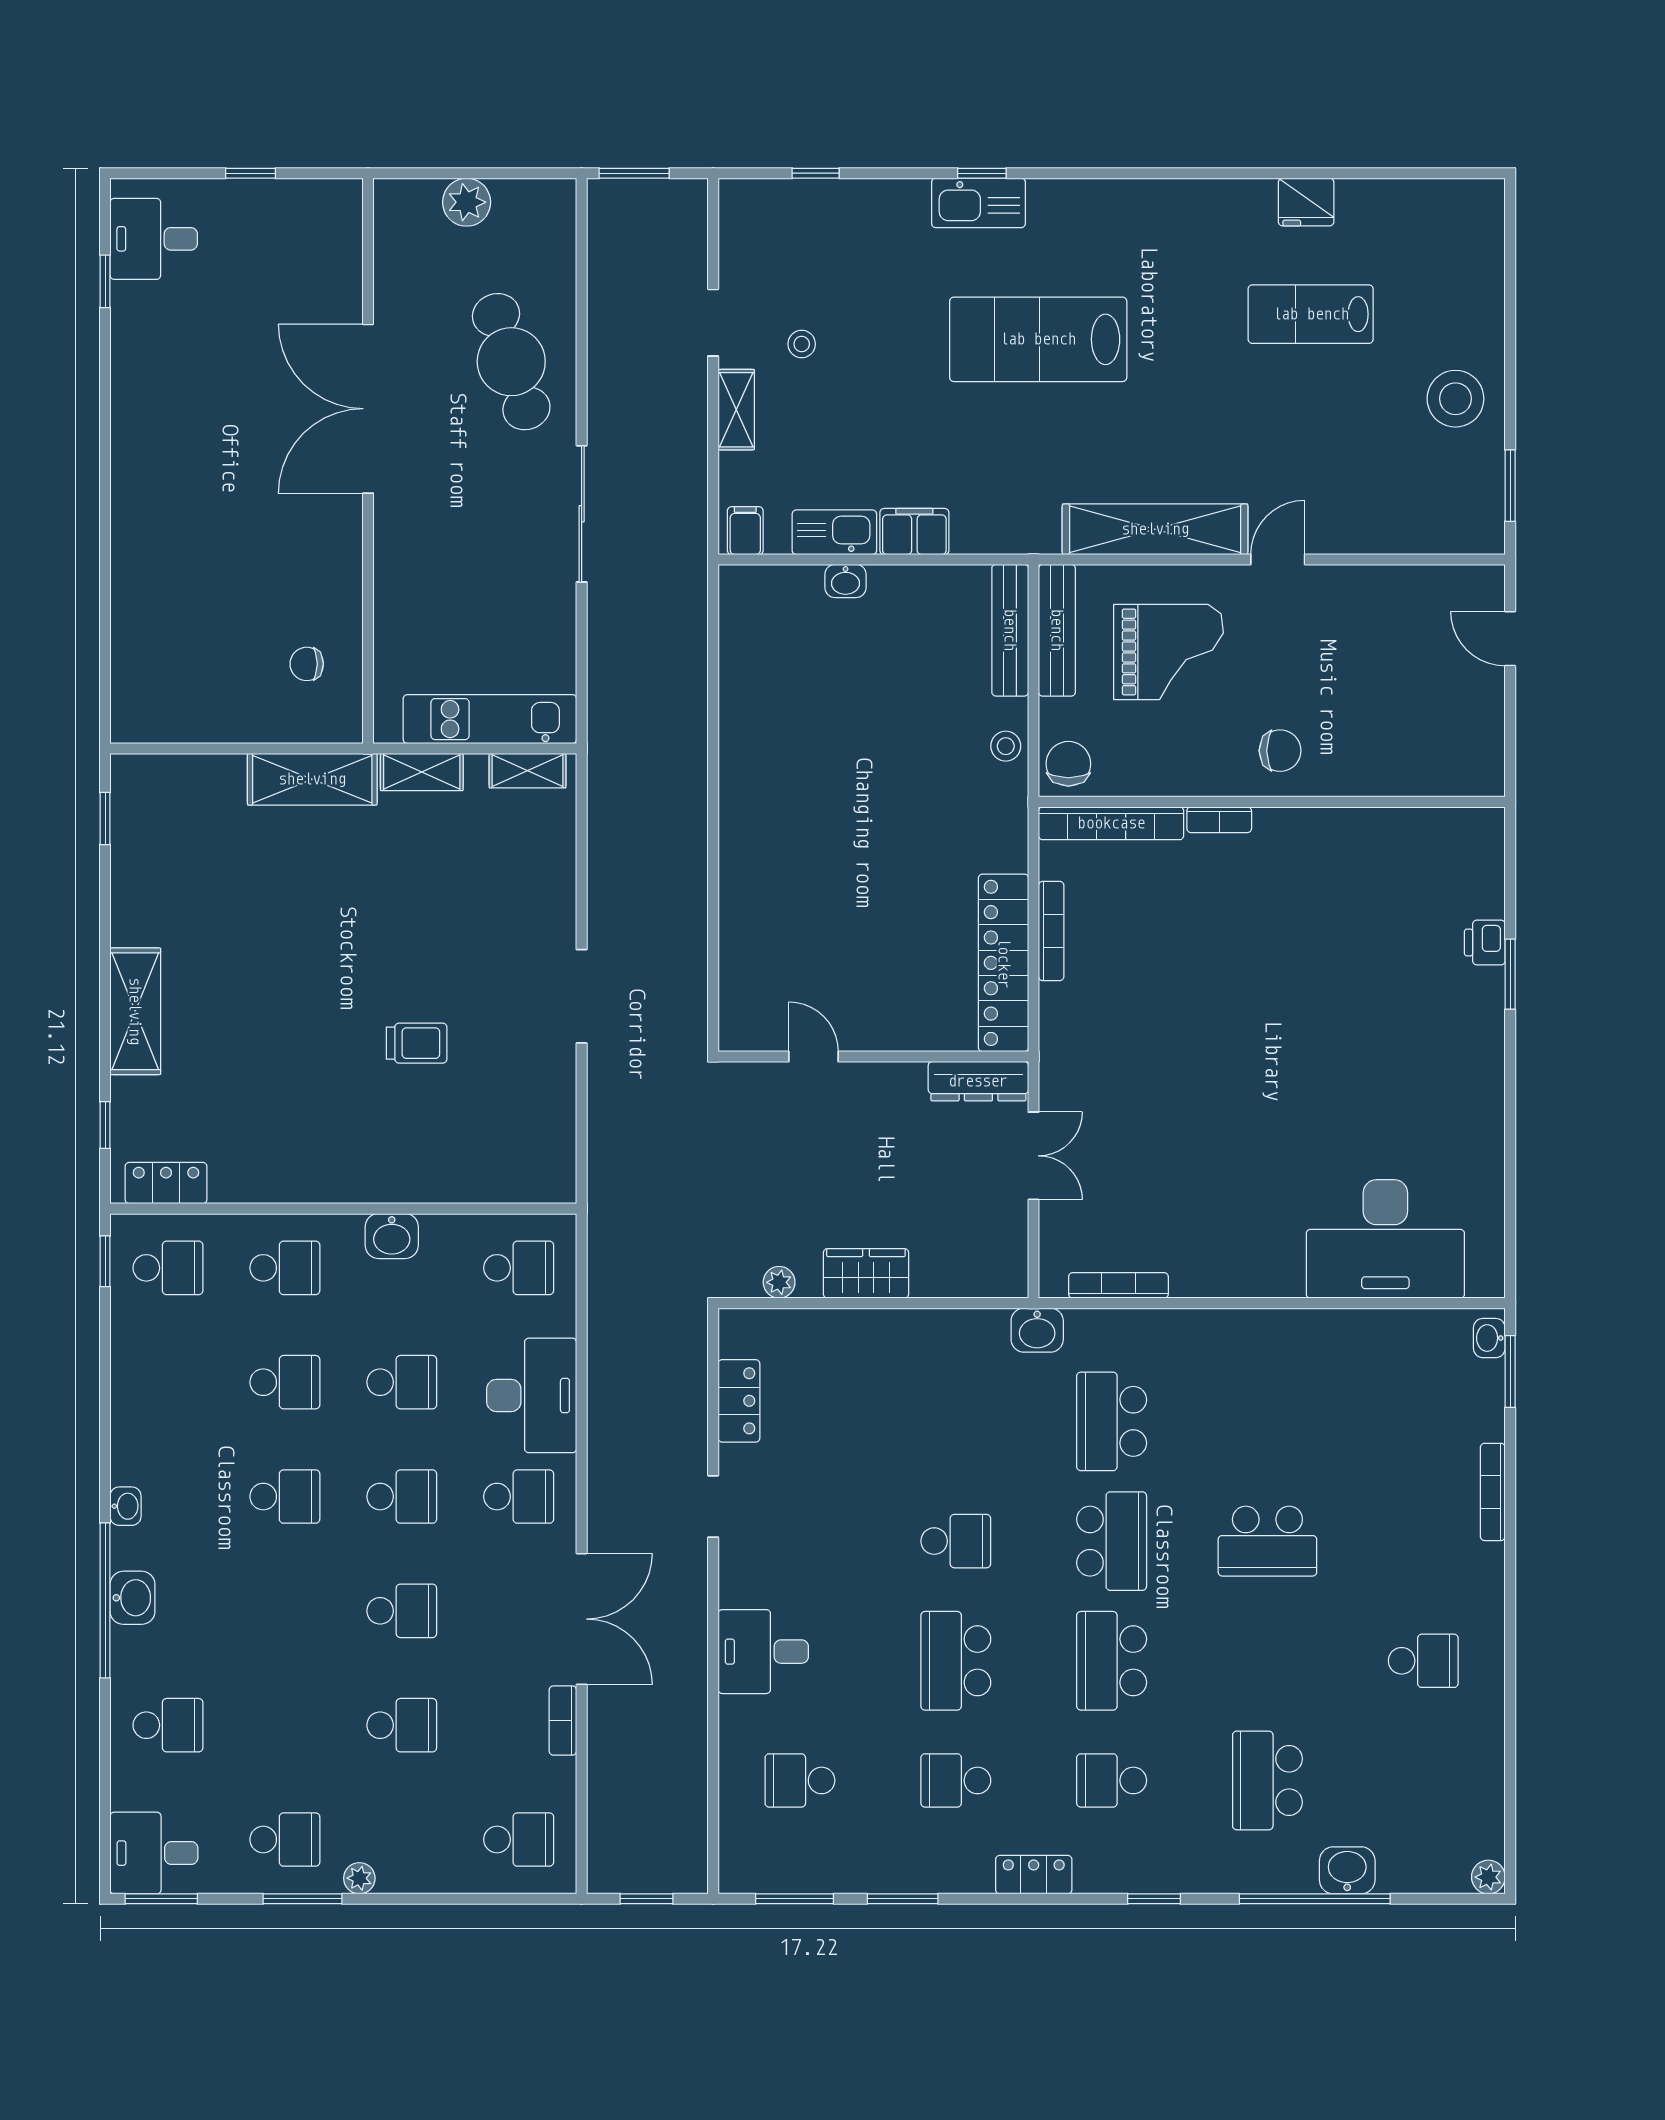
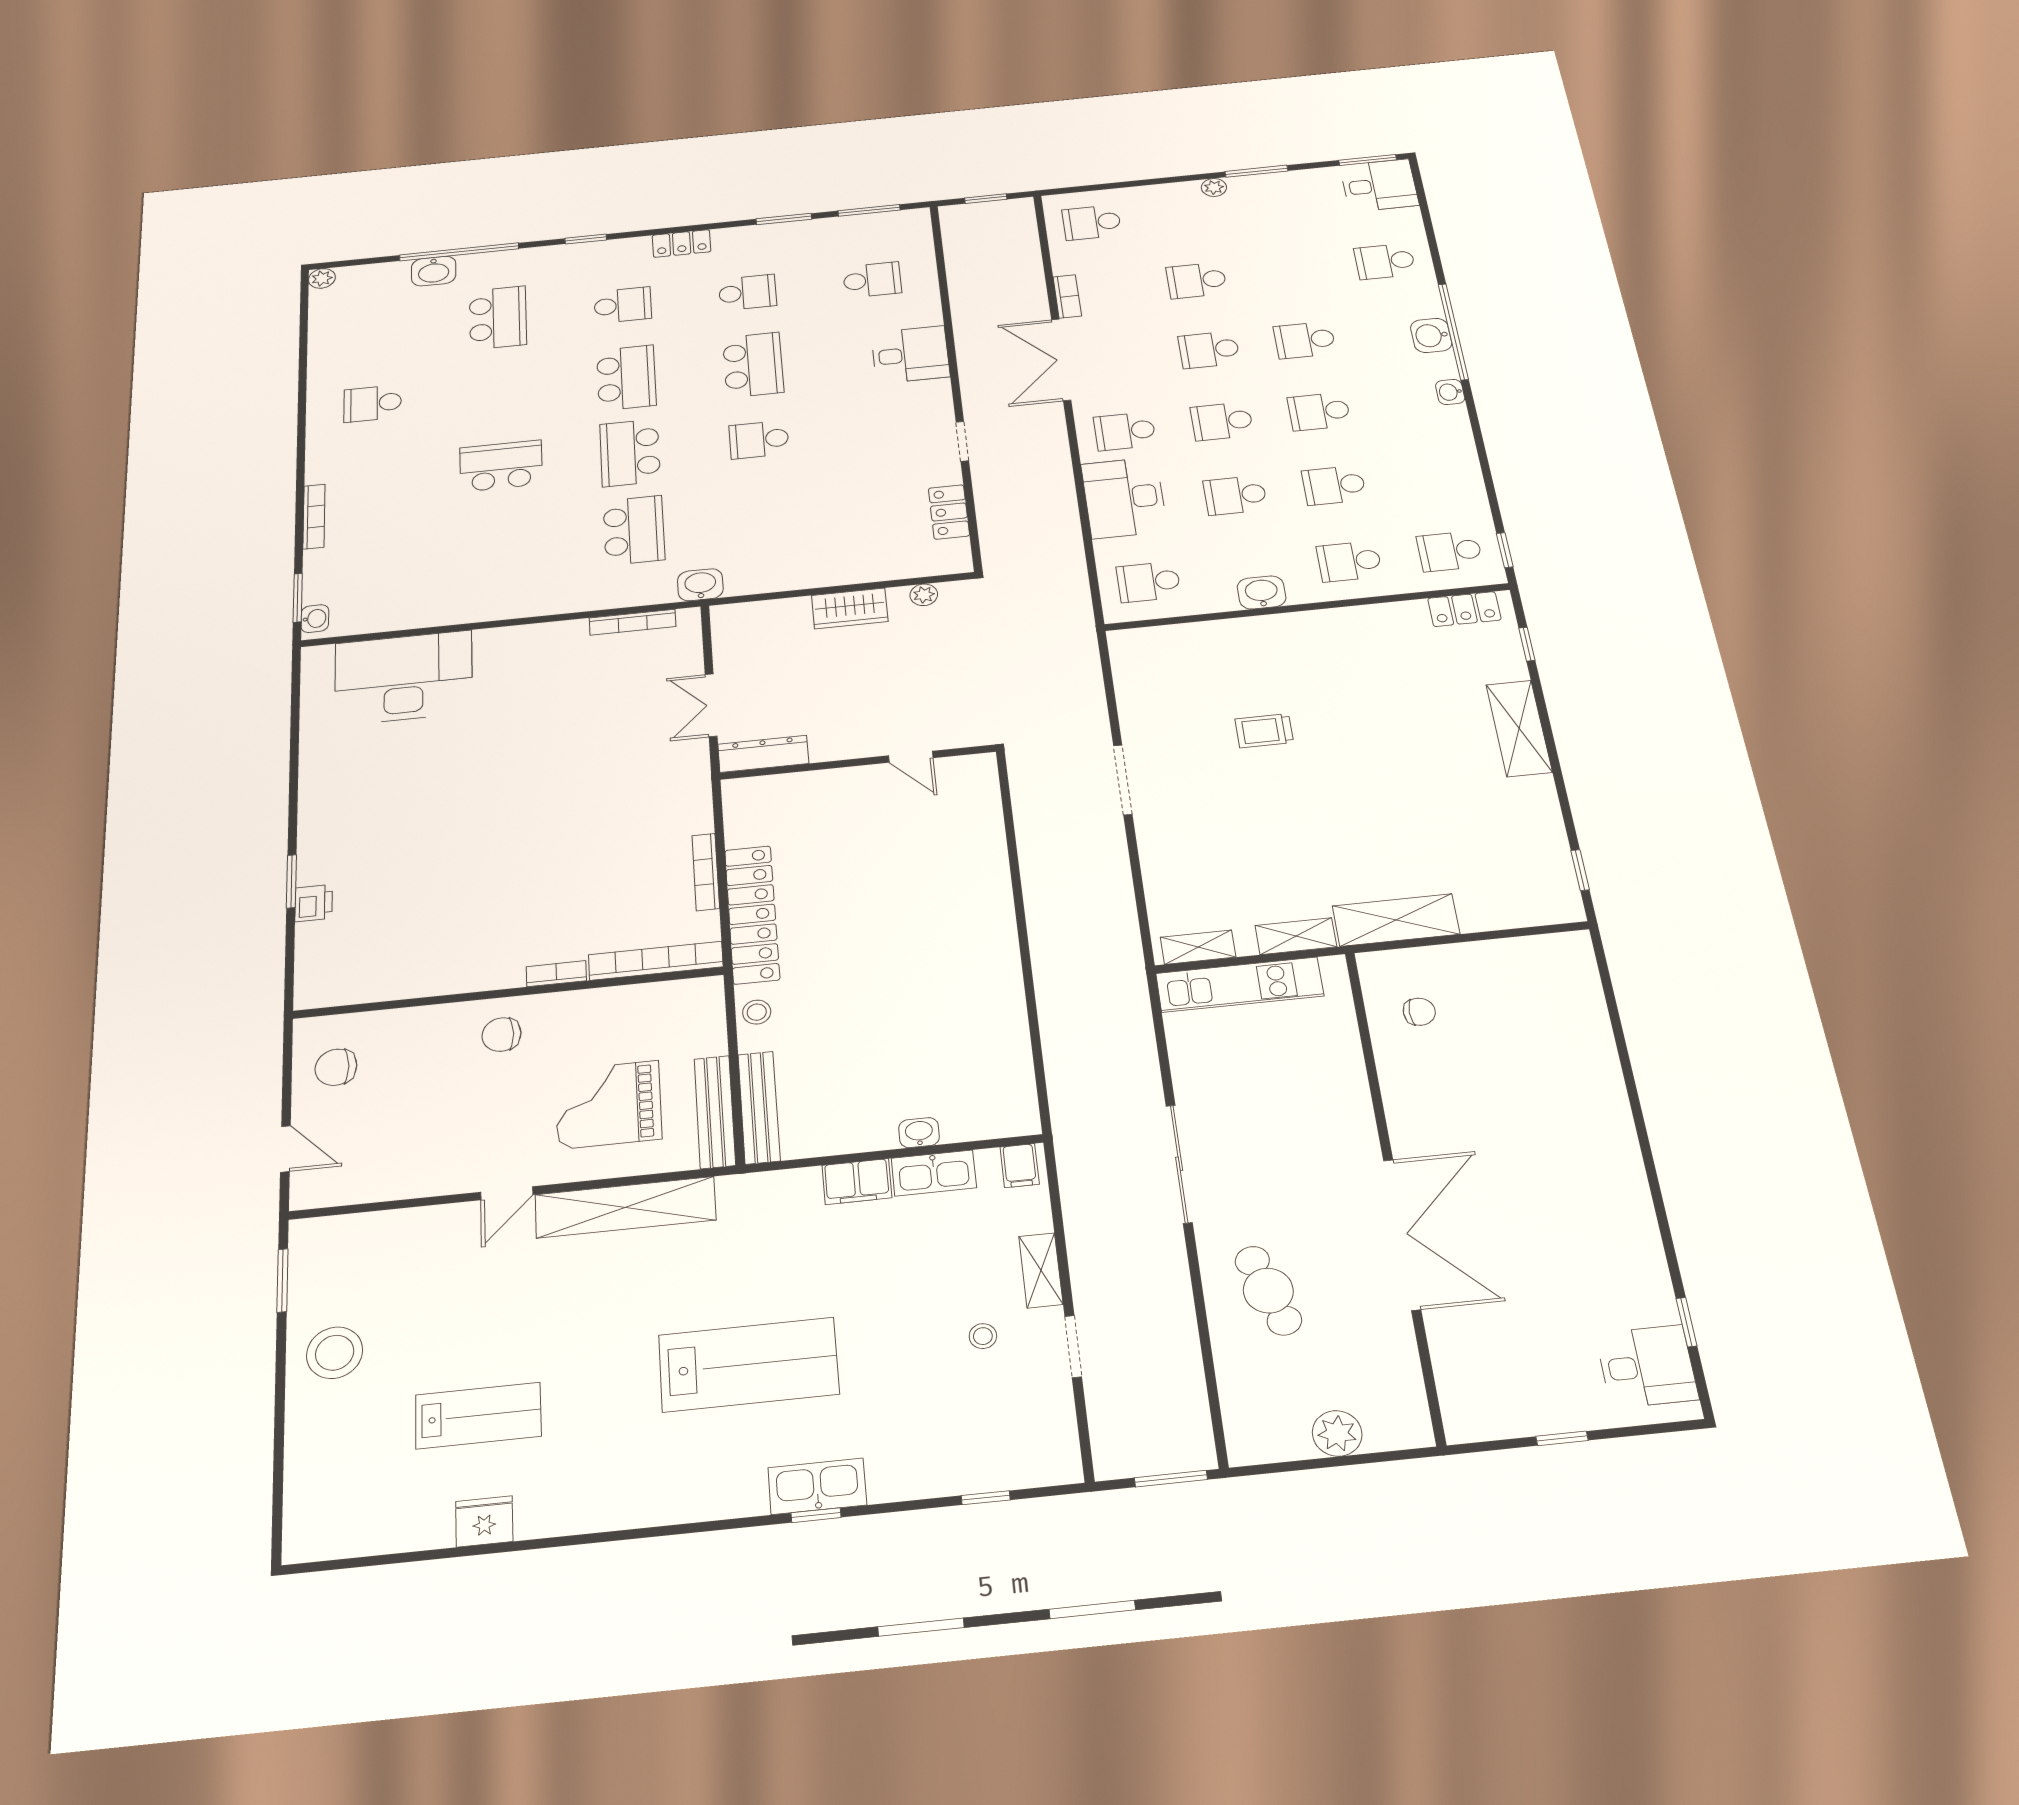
cafe table: (511, 362) -> (1268, 1291), width x0.73, depth x0.74
chair: (1068, 764) -> (336, 1067), moved, turned 90
locker: (1004, 963) -> (752, 914), moved
school desk: (285, 1840) -> (1305, 340), moved

